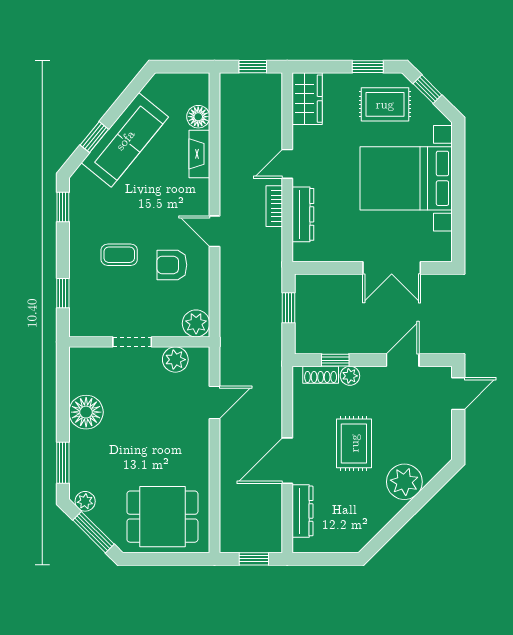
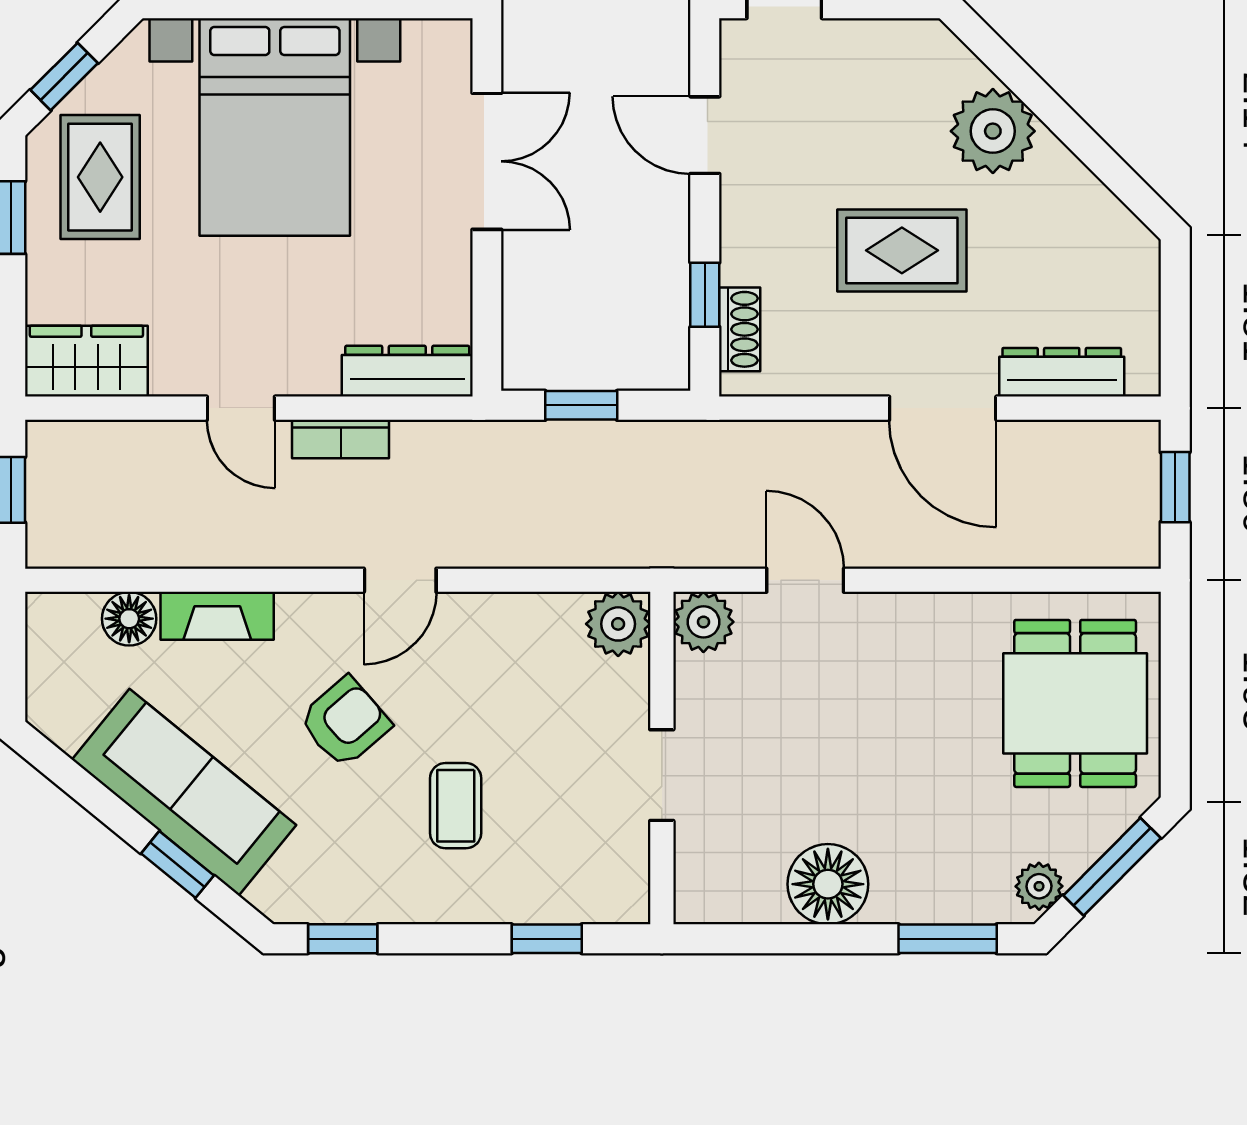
dresser: (303, 214) -> (407, 371), moved
armchair: (172, 265) -> (345, 722), moved, turned -131
plant: (175, 360) -> (703, 622), moved
plant: (350, 376) -> (742, 260), removed

